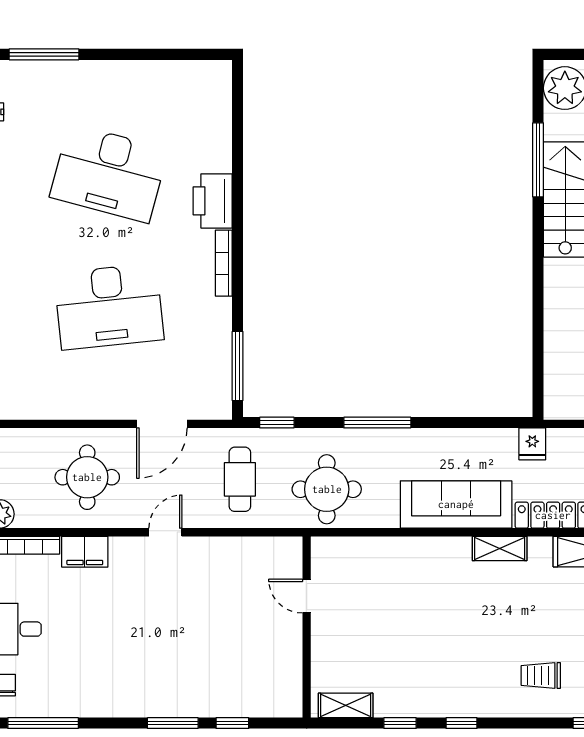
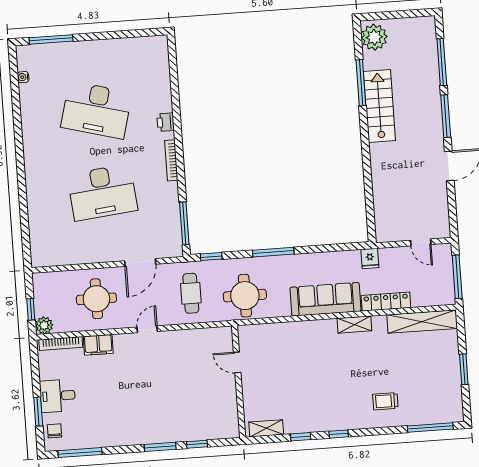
printer: (213, 201) -> (166, 122), width x0.53, depth x0.68

